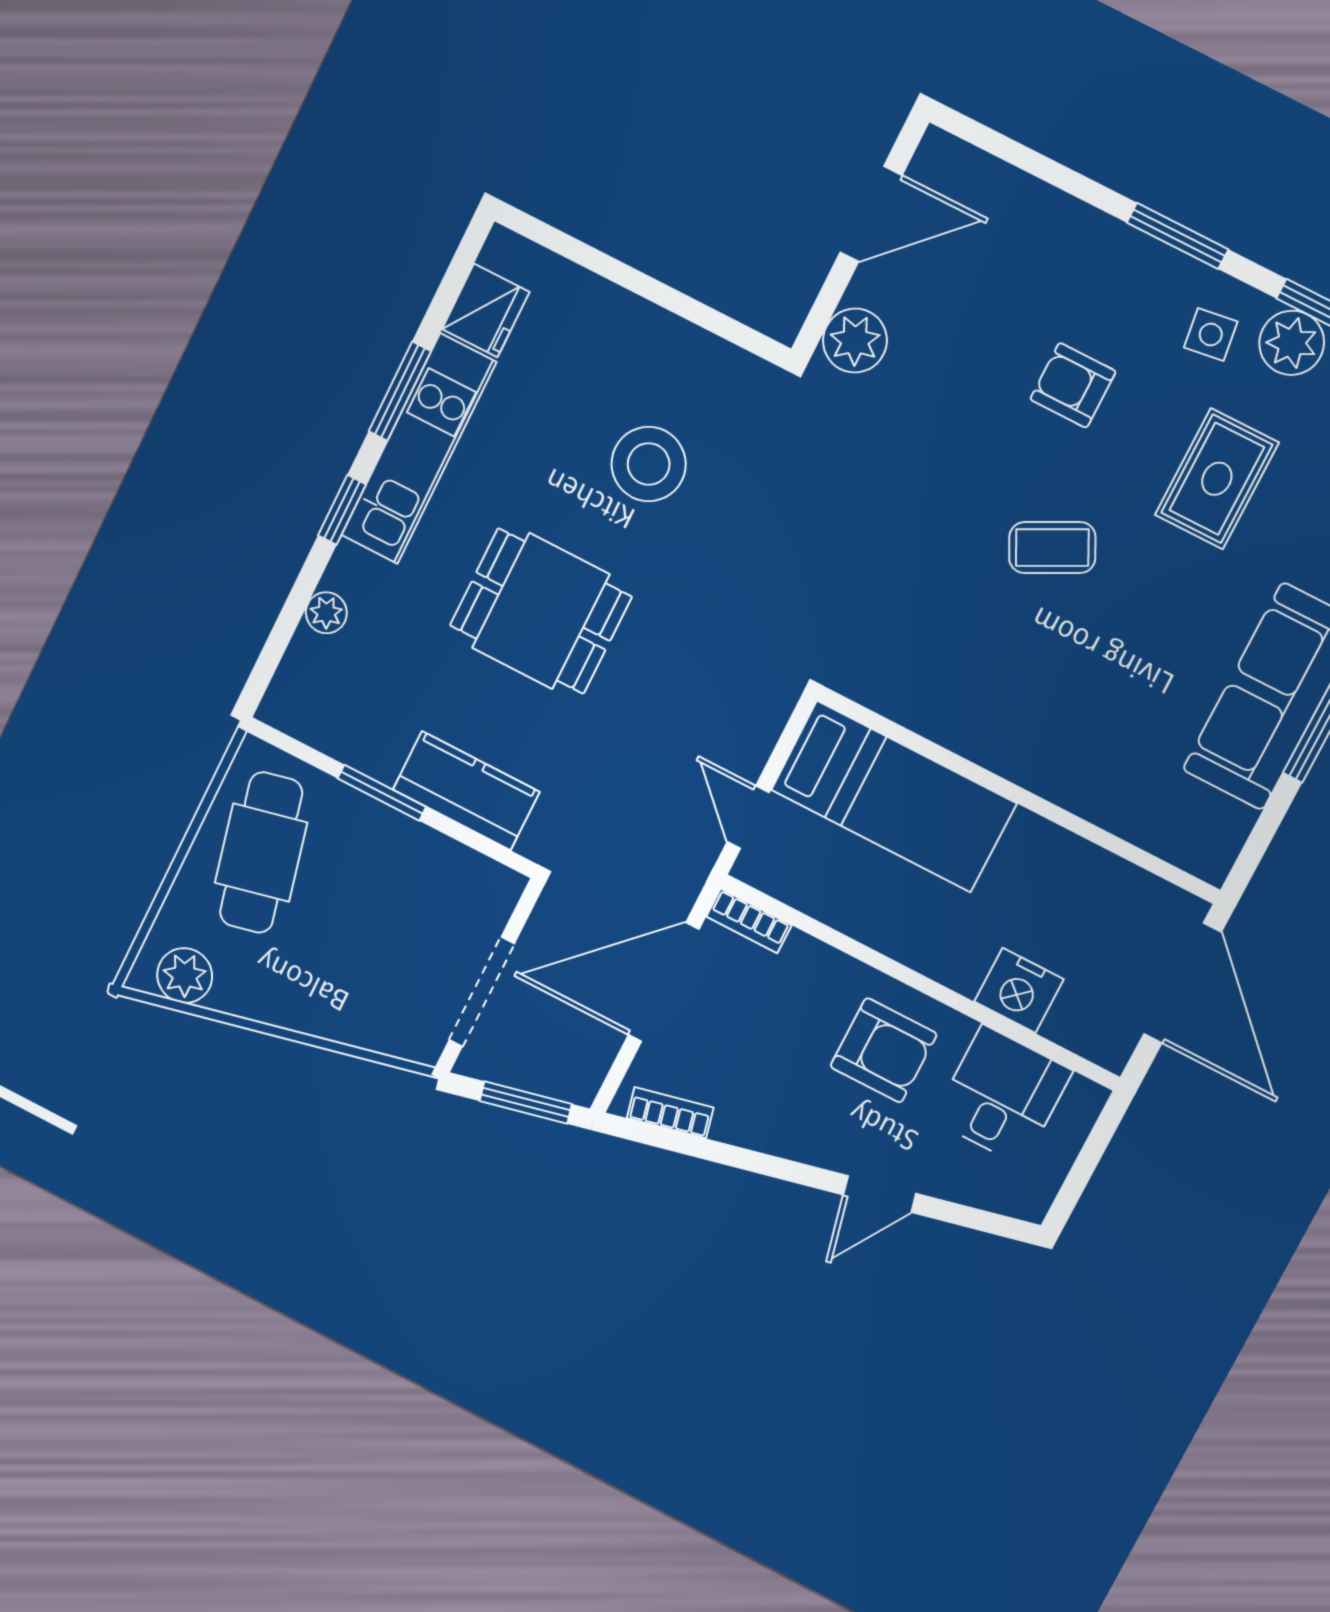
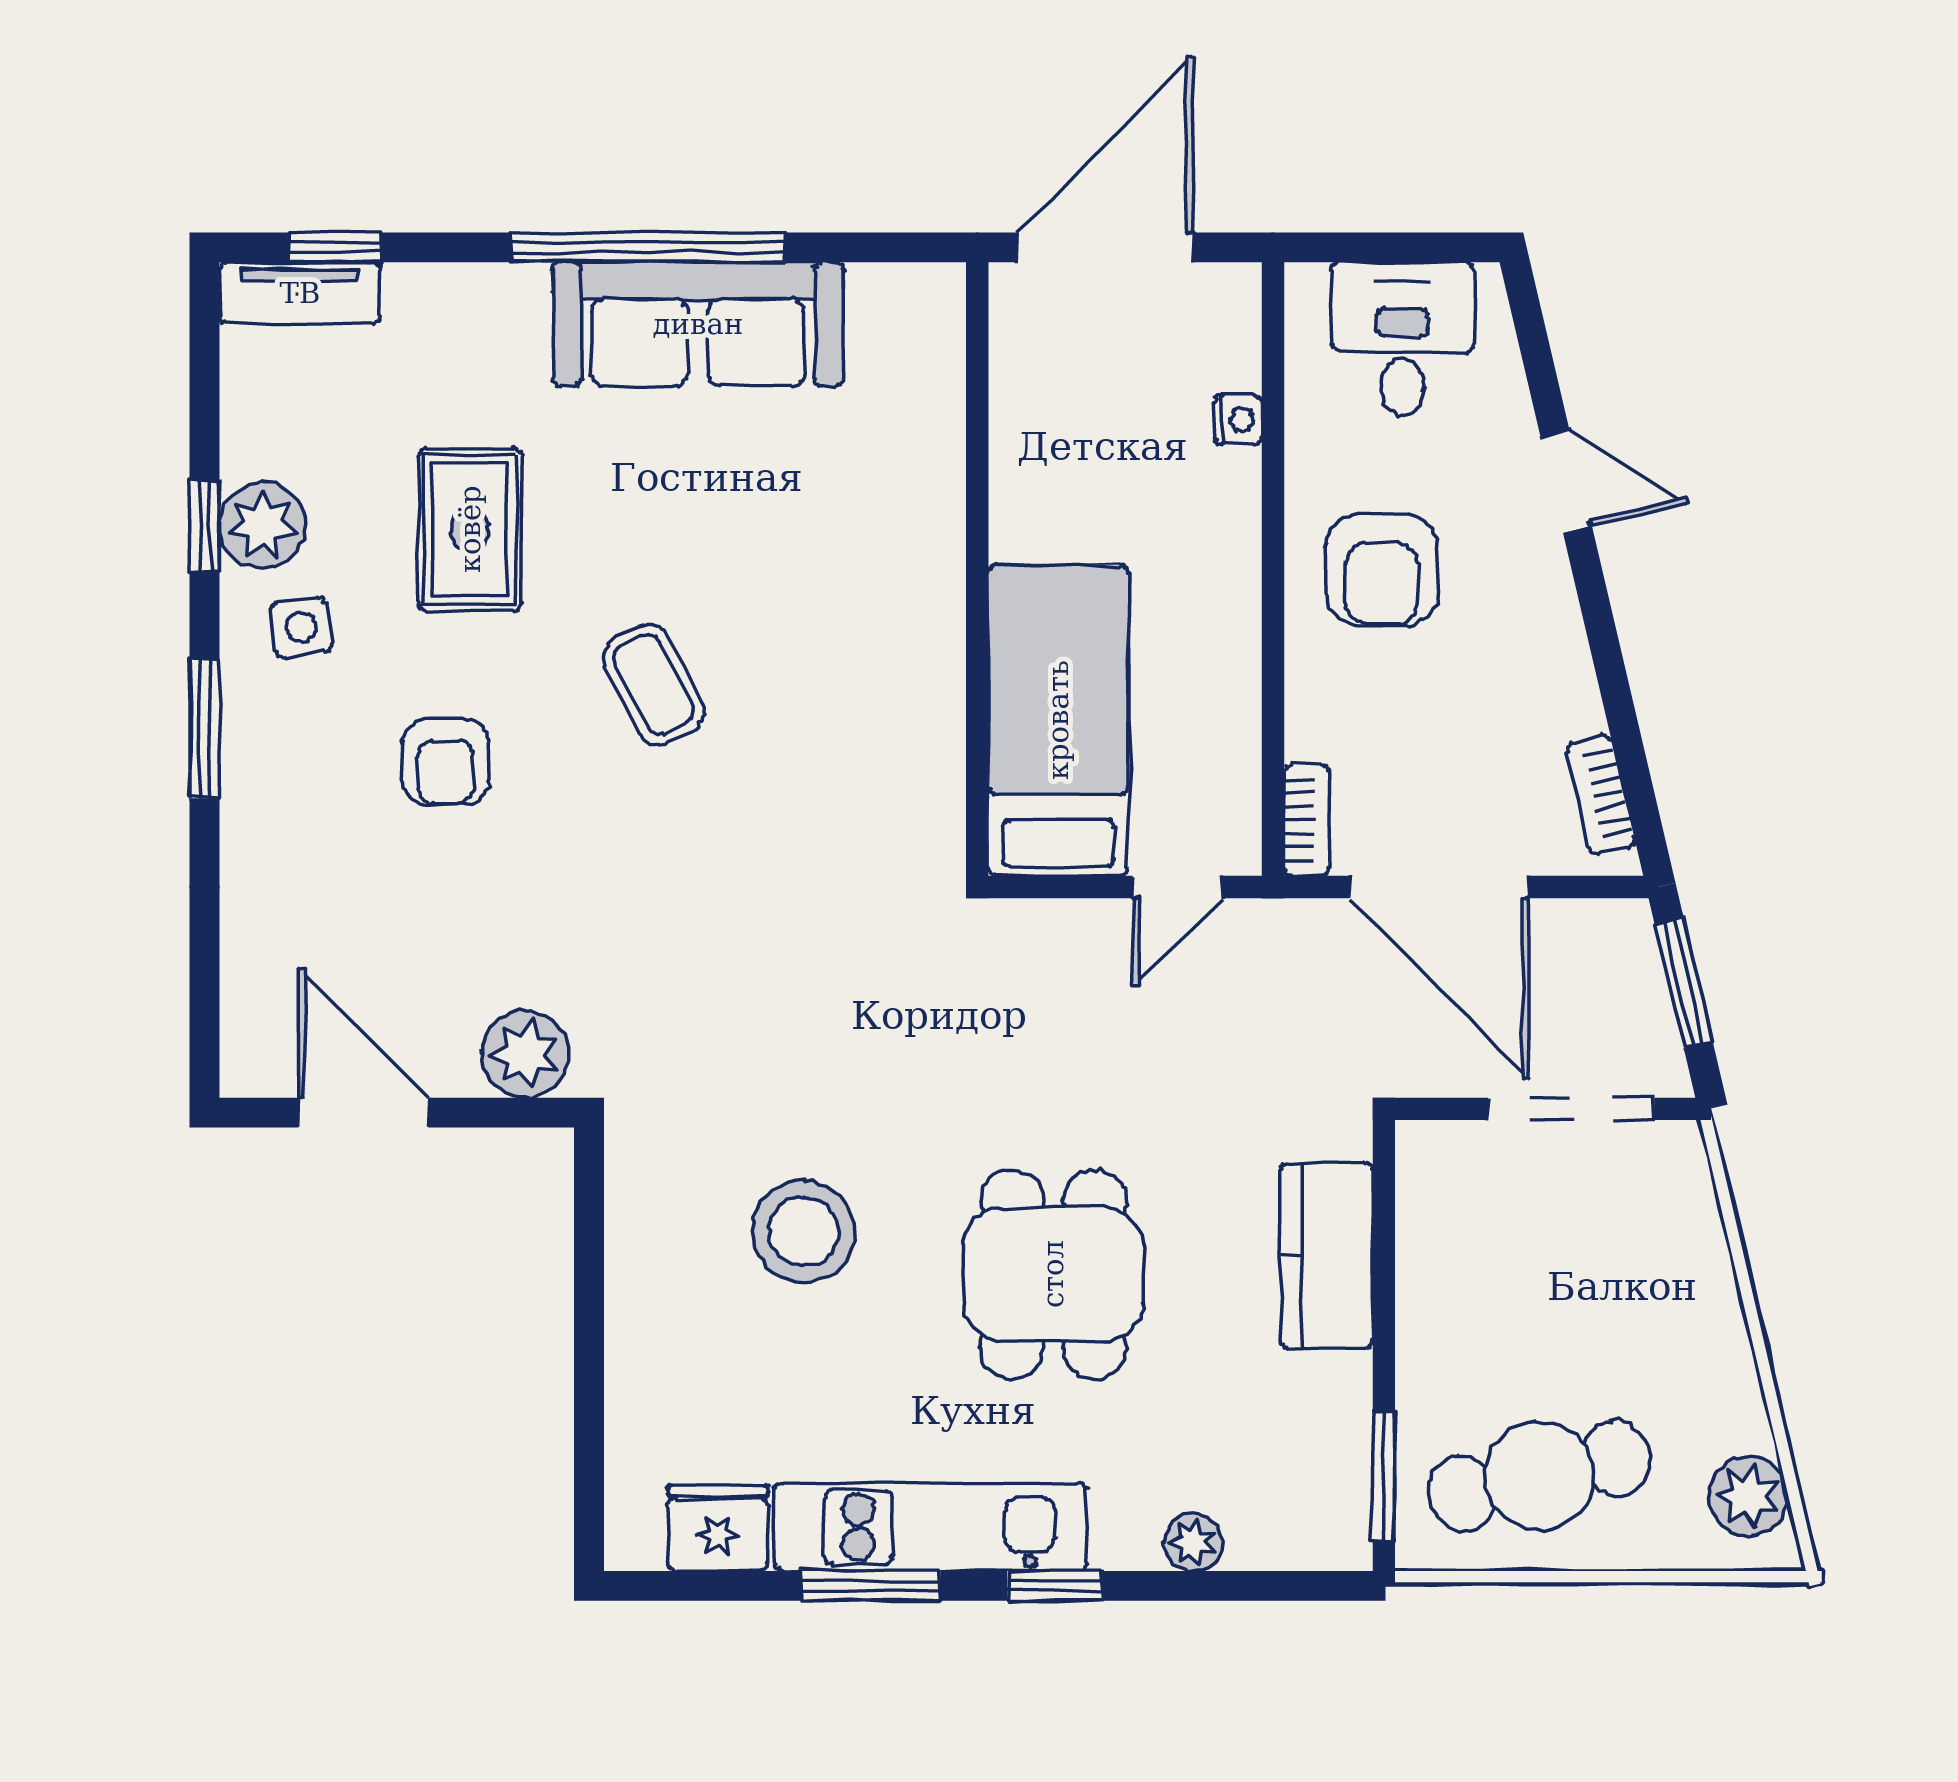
rug: (1217, 479) -> (470, 529), turned 90
window: (382, 793) -> (1384, 1477), moved
nightstand: (1019, 990) -> (1238, 420), width x0.53, depth x0.56
armchair: (884, 1050) -> (1382, 570), turned 180
desk: (1002, 1095) -> (1402, 339), moved, turned 90

